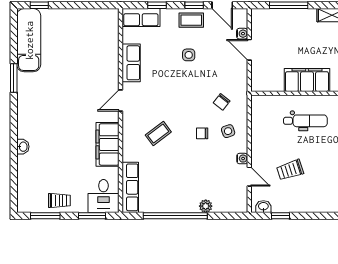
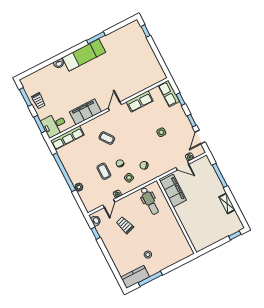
coffee table: (191, 20) -> (104, 171), moved
exam couch: (29, 40) -> (84, 55), moved
door: (249, 50) -> (182, 166), swing flipped
filing cabinet: (307, 80) -> (173, 191), moved
door: (120, 100) -> (115, 106), hinge flipped
dental chair: (305, 121) -> (150, 201), moved

